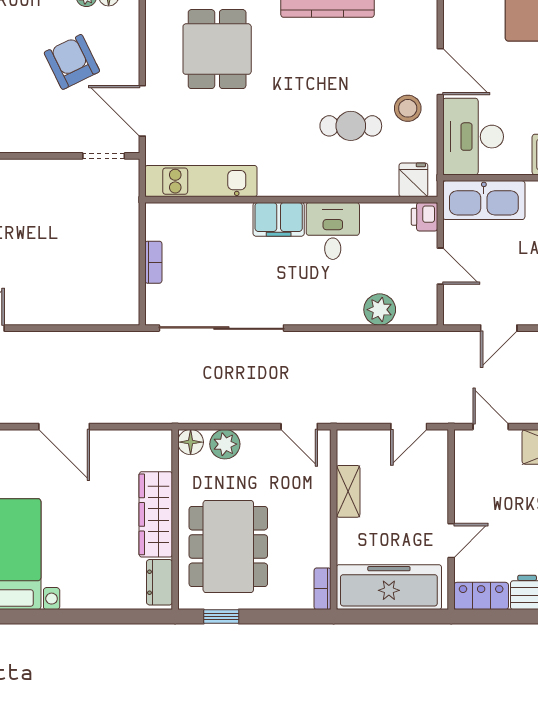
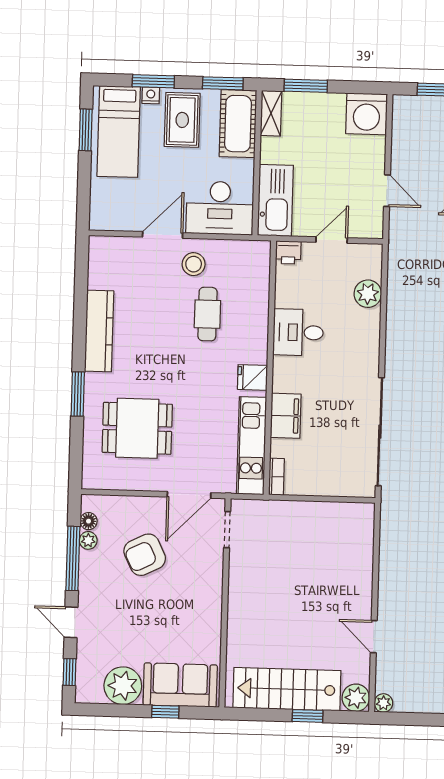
fridge: (413, 180) -> (253, 377), moved
filing cabinet: (279, 219) -> (286, 416), moved
bookcase: (153, 262) -> (276, 477), moved, turned 90

